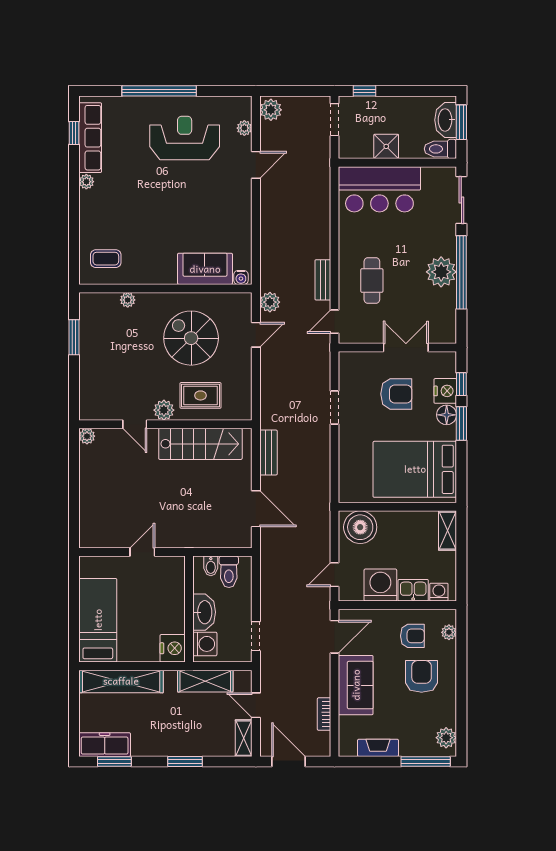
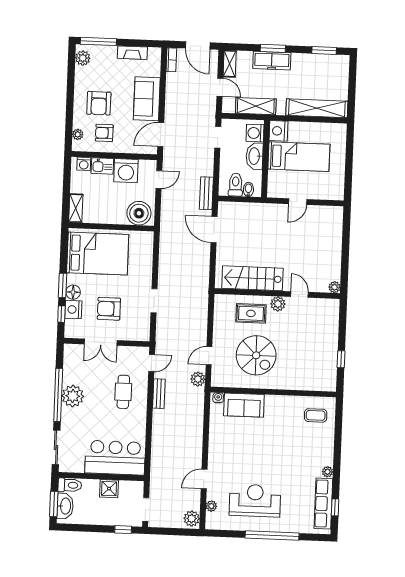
reception desk: (185, 138) -> (255, 501), turned 180
plant: (128, 300) -> (301, 385), removed
window: (74, 337) -> (341, 359), width x0.67
bench: (268, 453) -> (206, 193), moved
bed: (98, 620) -> (299, 157), moved, turned -90
bookcase: (324, 714) -> (171, 60), moved
freezer: (105, 745) -> (272, 61), moved

